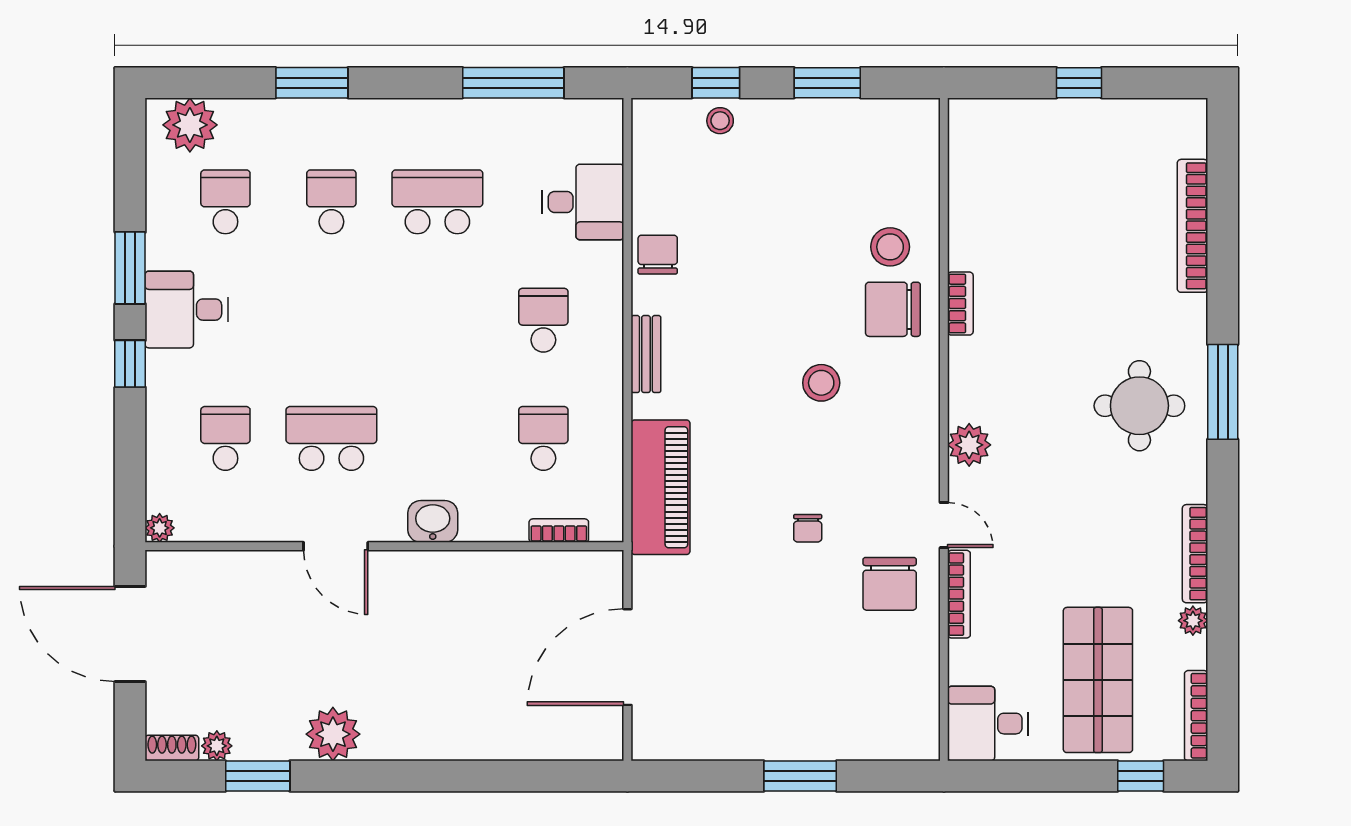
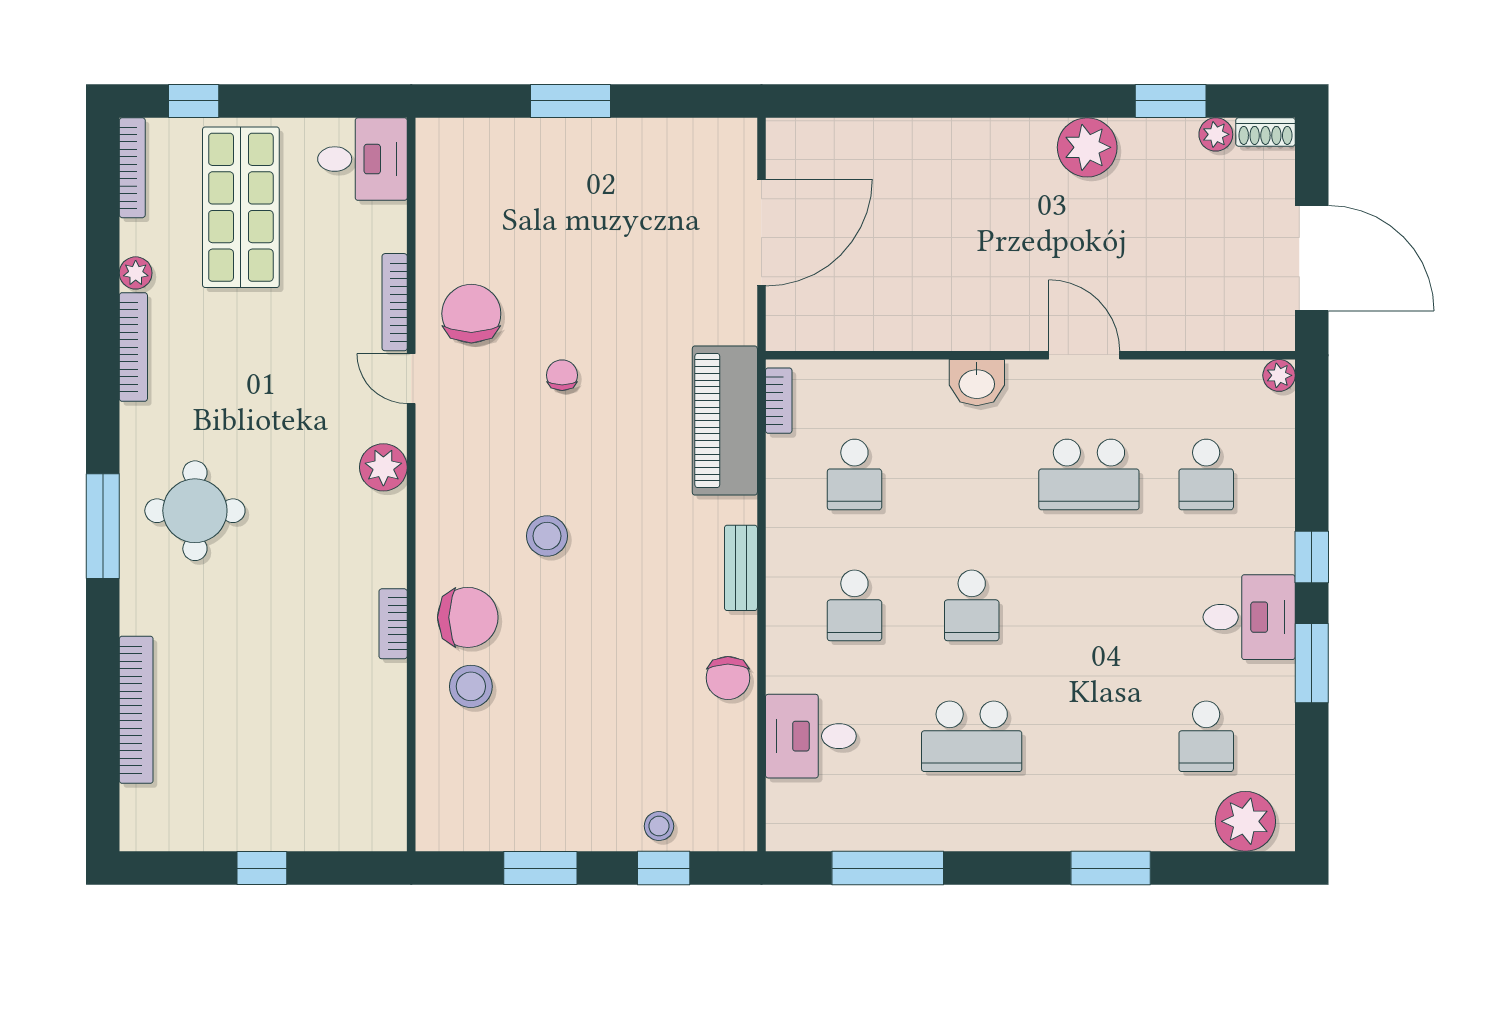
school desk: (331, 202) -> (972, 605), moved
bookcase: (559, 531) -> (779, 401), moved, turned -90

